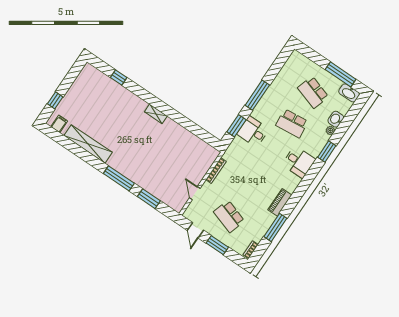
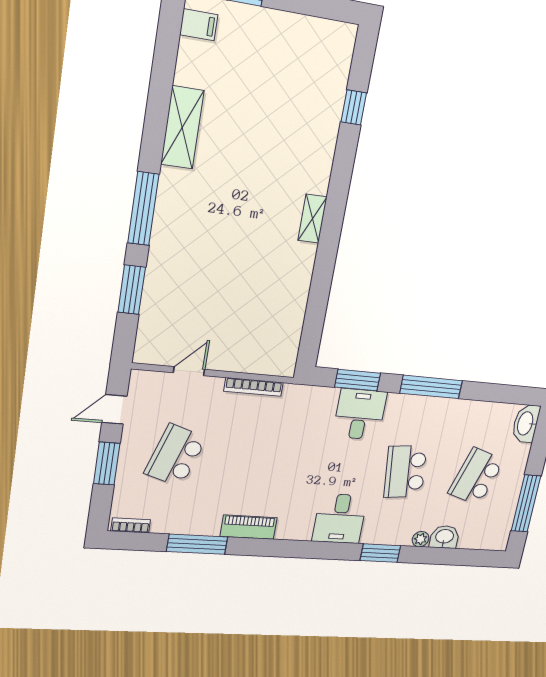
washbasin: (349, 93) -> (526, 423), moved
shelving: (88, 144) -> (182, 127), width x0.68

